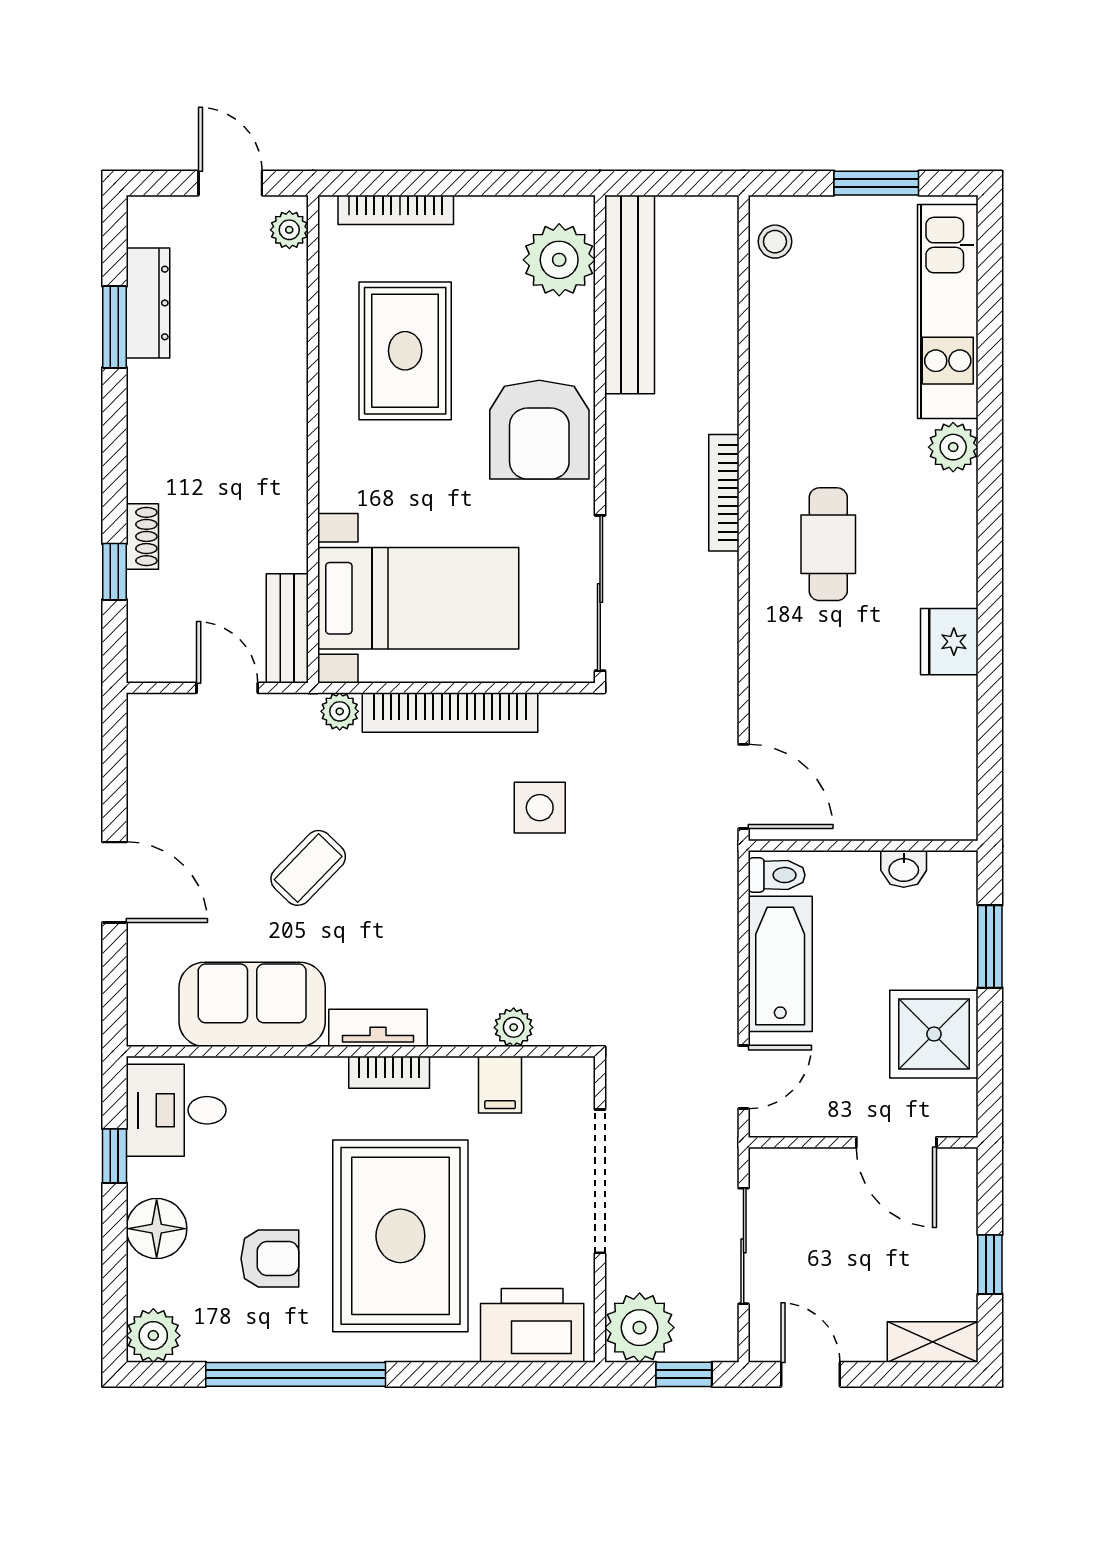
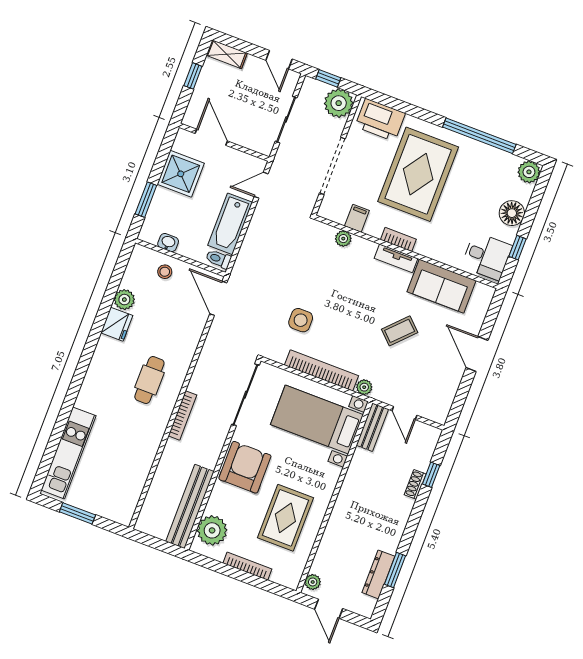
bookcase: (396, 210) -> (247, 566), moved
stool: (775, 242) -> (165, 272), moved
plant: (953, 447) -> (124, 300), moved
armchair: (270, 1259) -> (472, 185), removed

